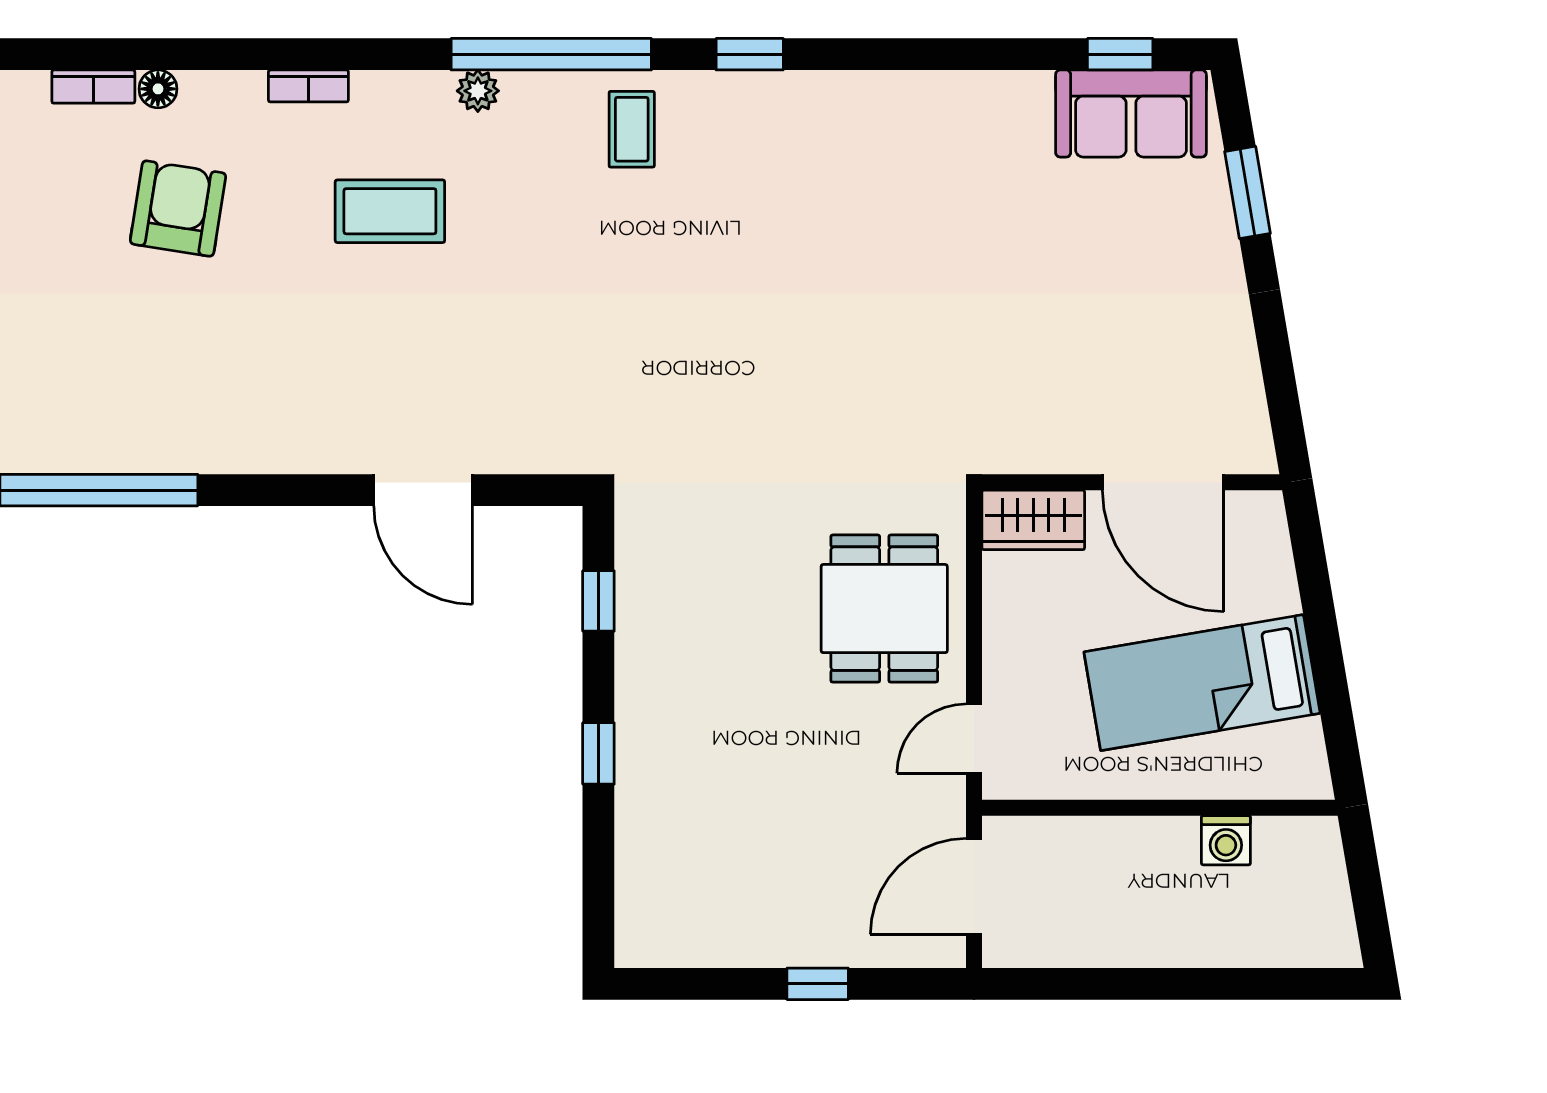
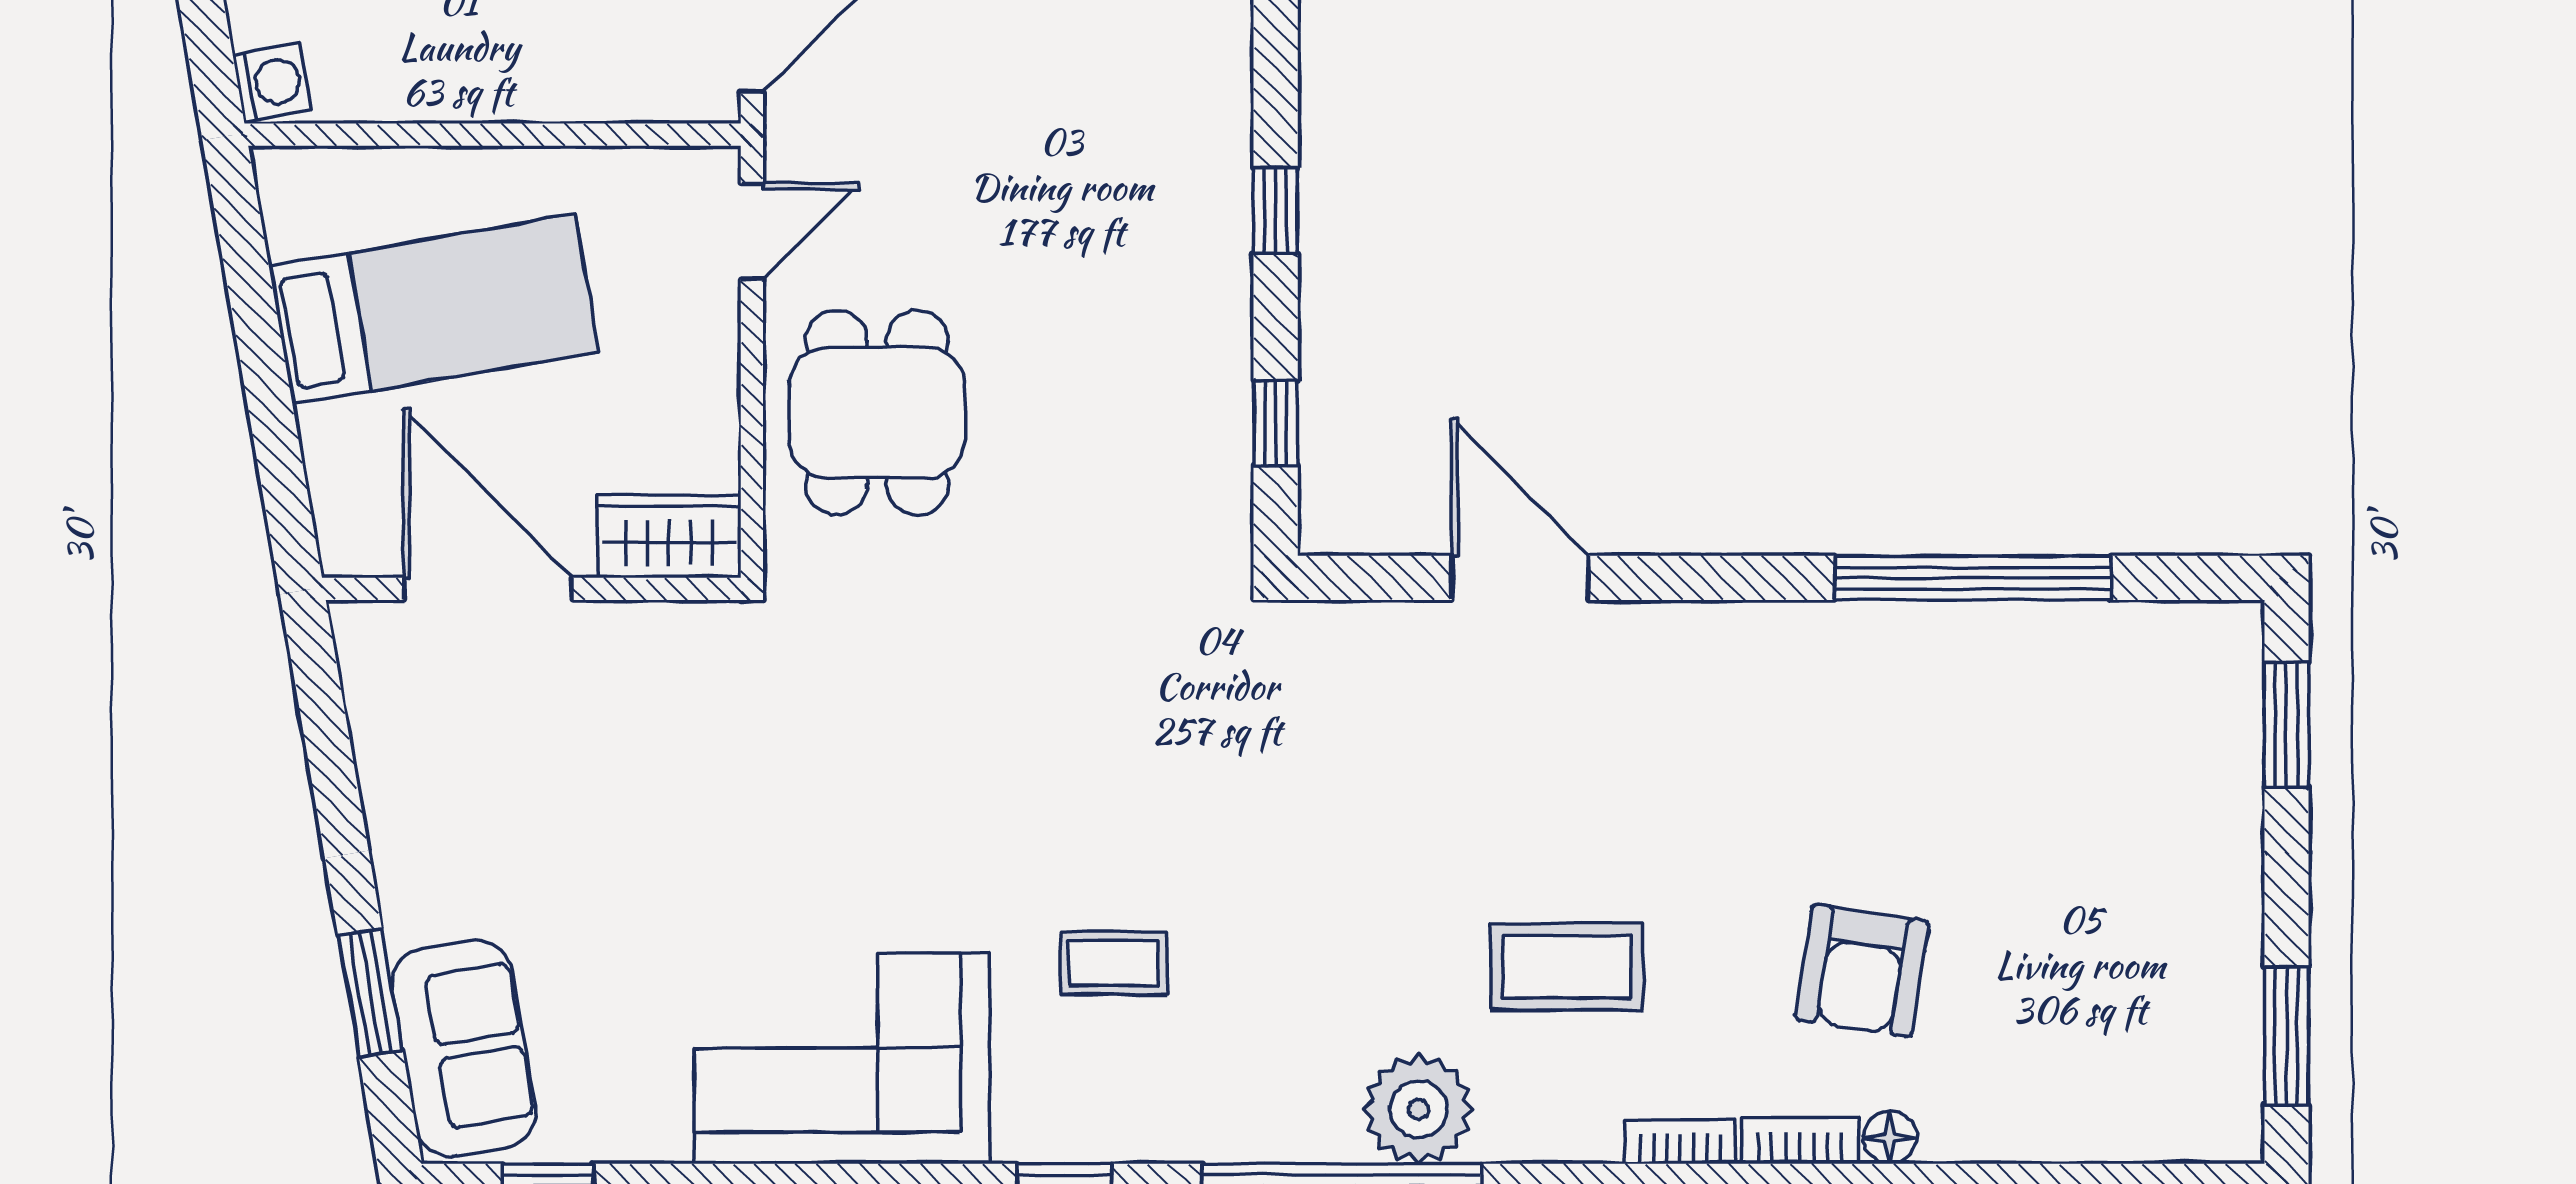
bookcase: (93, 87) -> (1800, 1141), moved
plant: (478, 91) -> (1418, 1109), width x1.87, depth x1.87
sofa: (1131, 113) -> (464, 1048), moved, turned 80
coffee table: (632, 129) -> (1114, 963), moved, turned 90
corner sofa: (909, 145) -> (842, 1059), added
washing machine: (1226, 840) -> (272, 82), moved, turned 80

